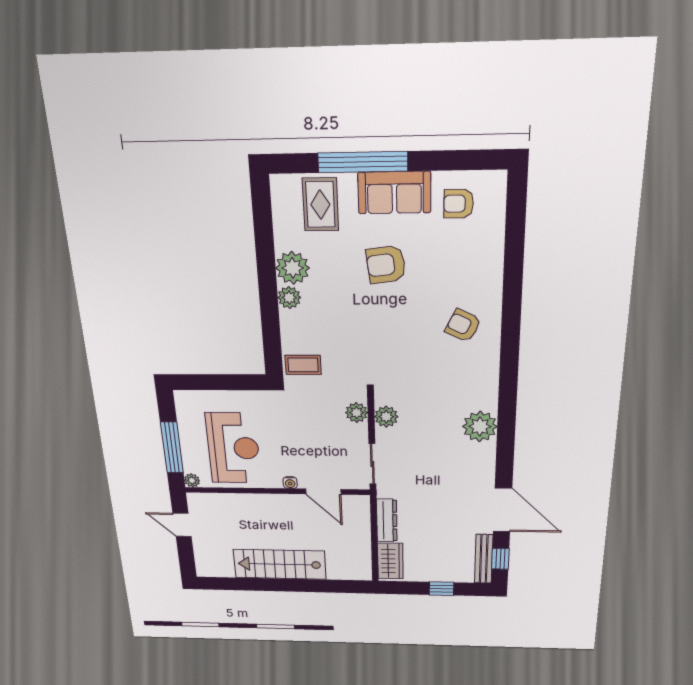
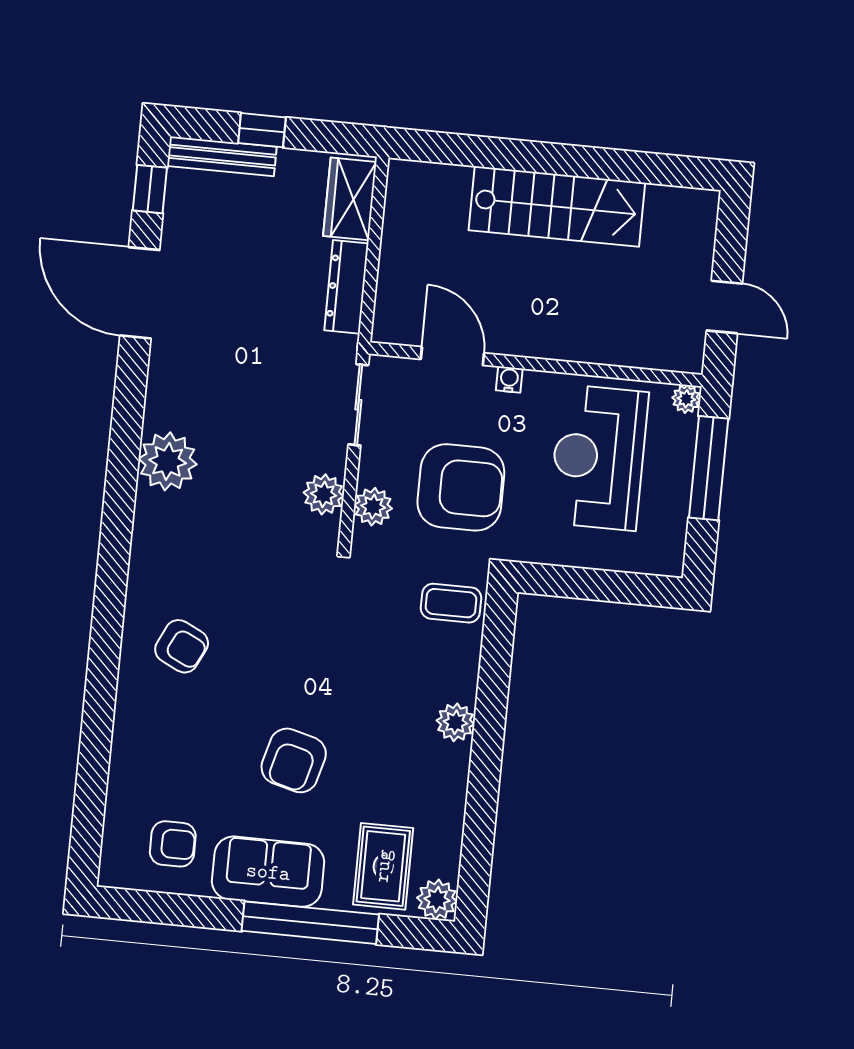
armchair: (386, 265) -> (294, 760), turned 112
plant: (293, 268) -> (437, 900), moved, width x0.73, depth x0.73
armchair: (308, 427) -> (461, 487), added
bench: (484, 559) -> (222, 156), moved, turned 90

